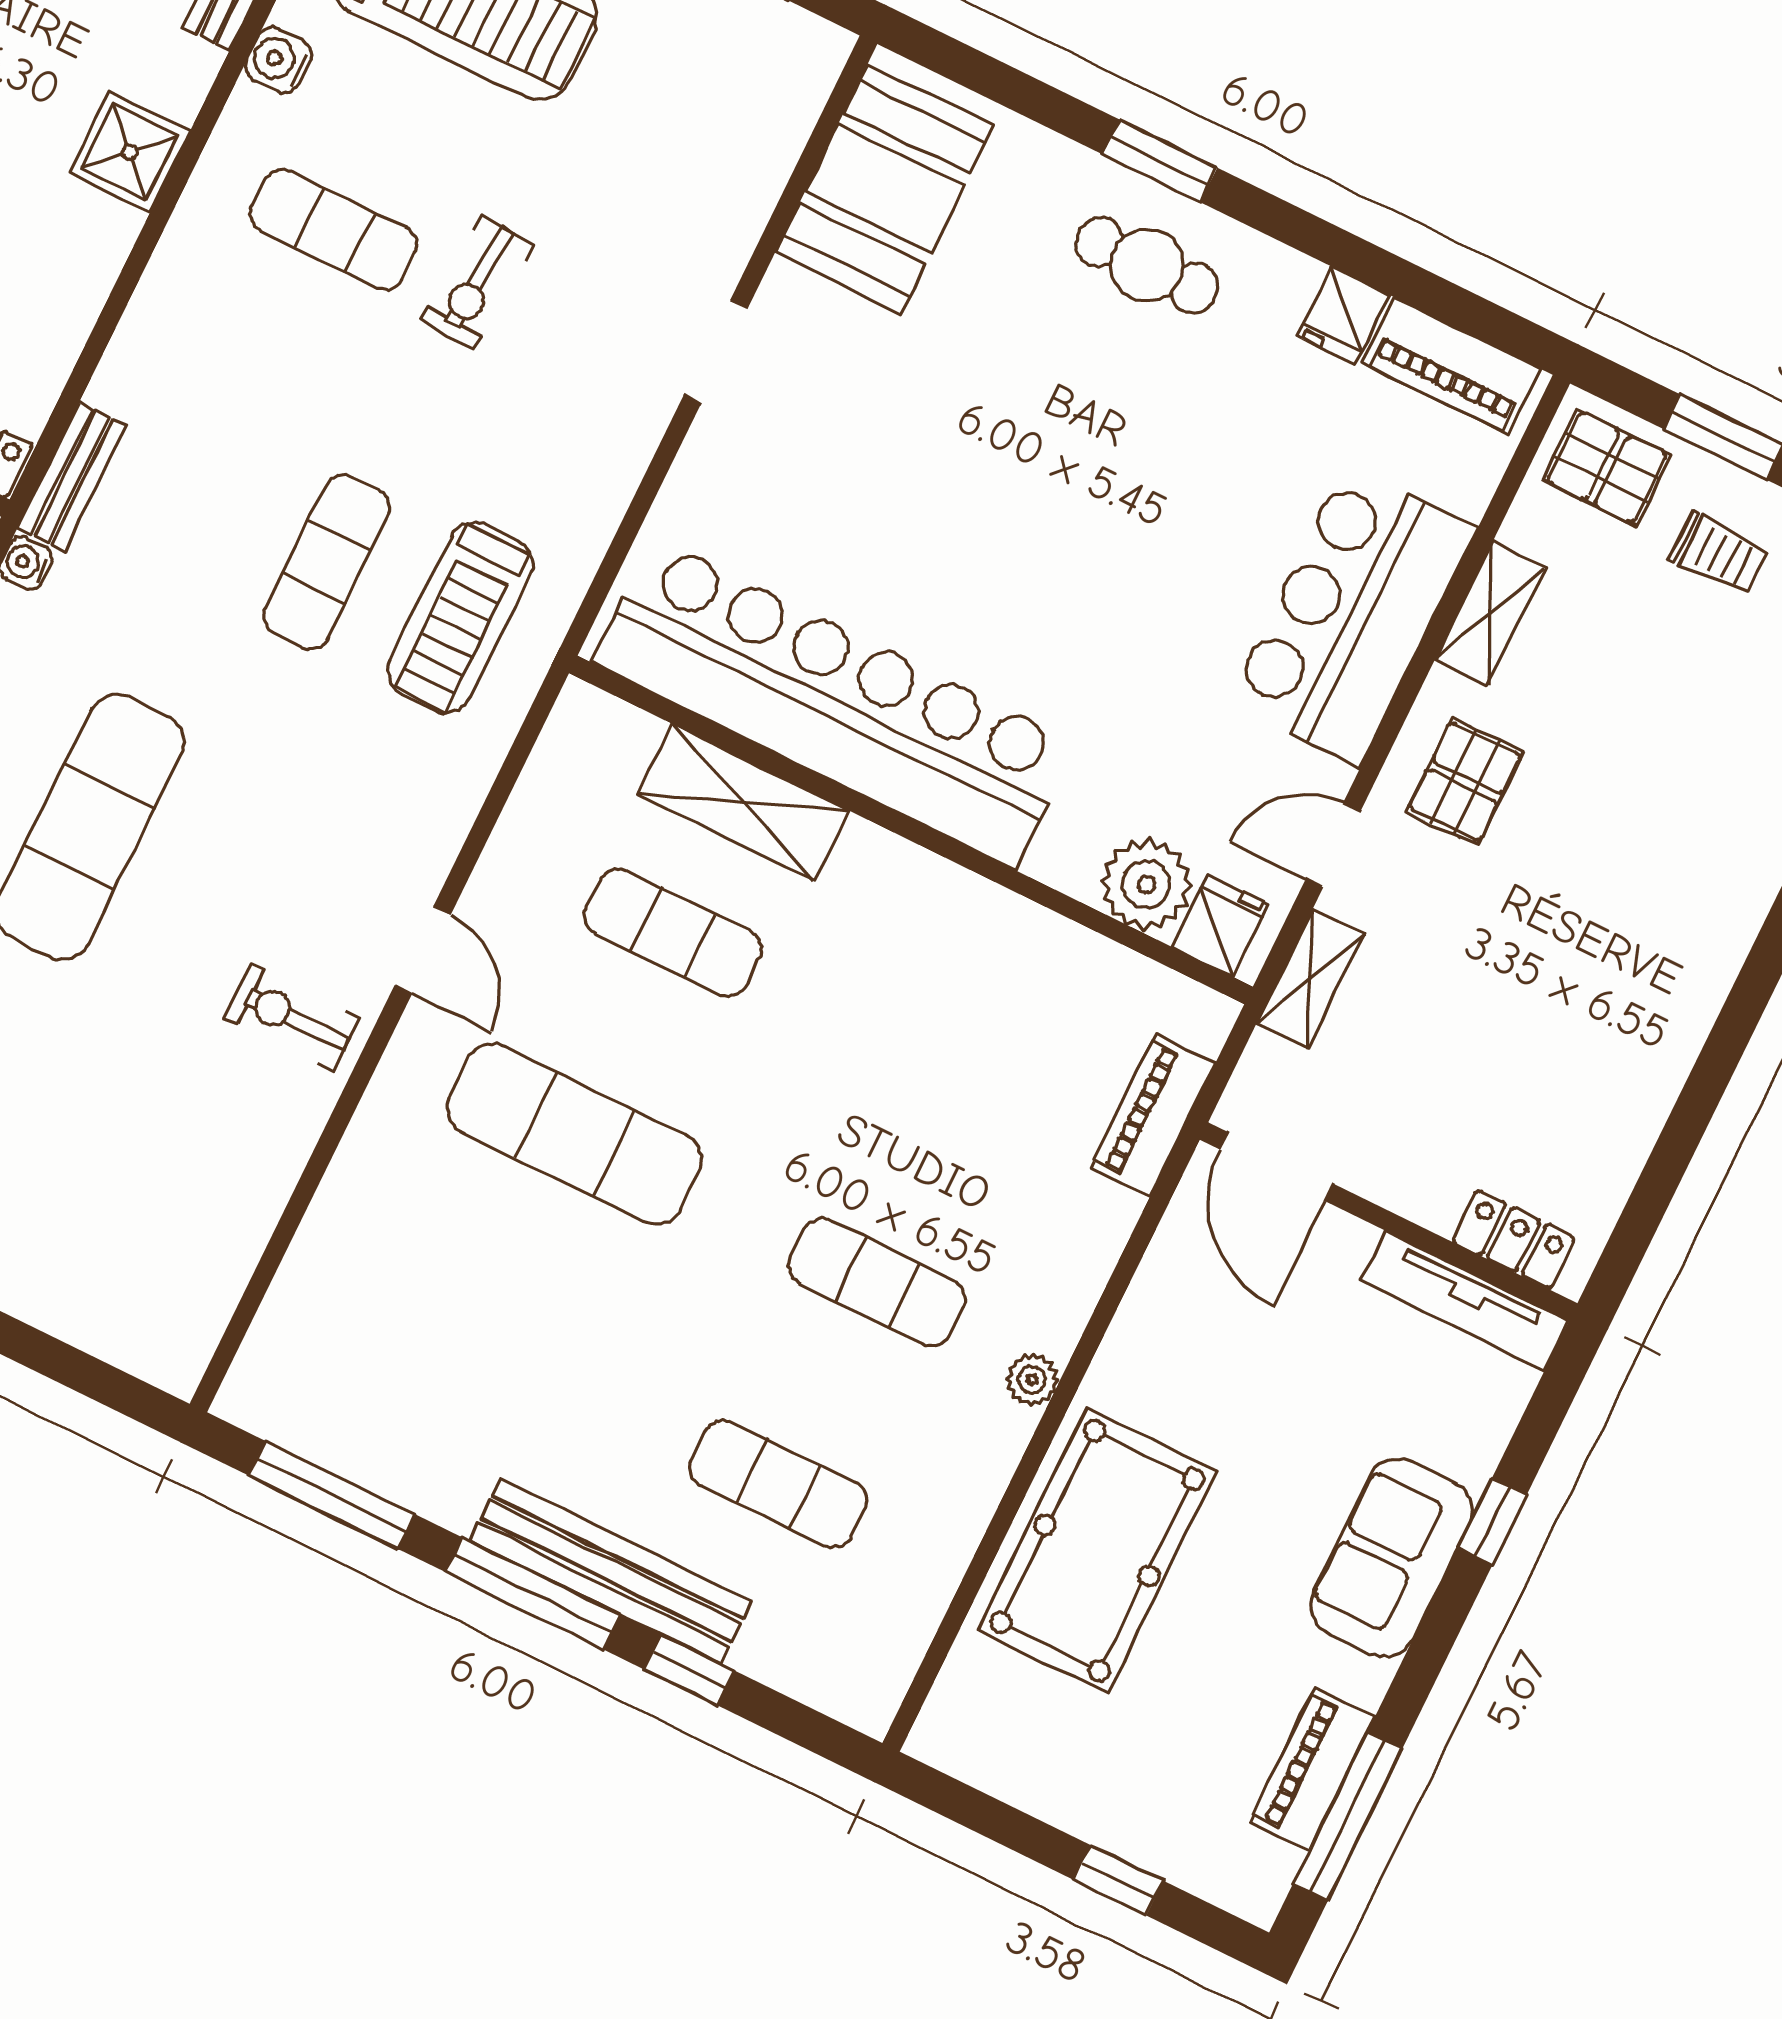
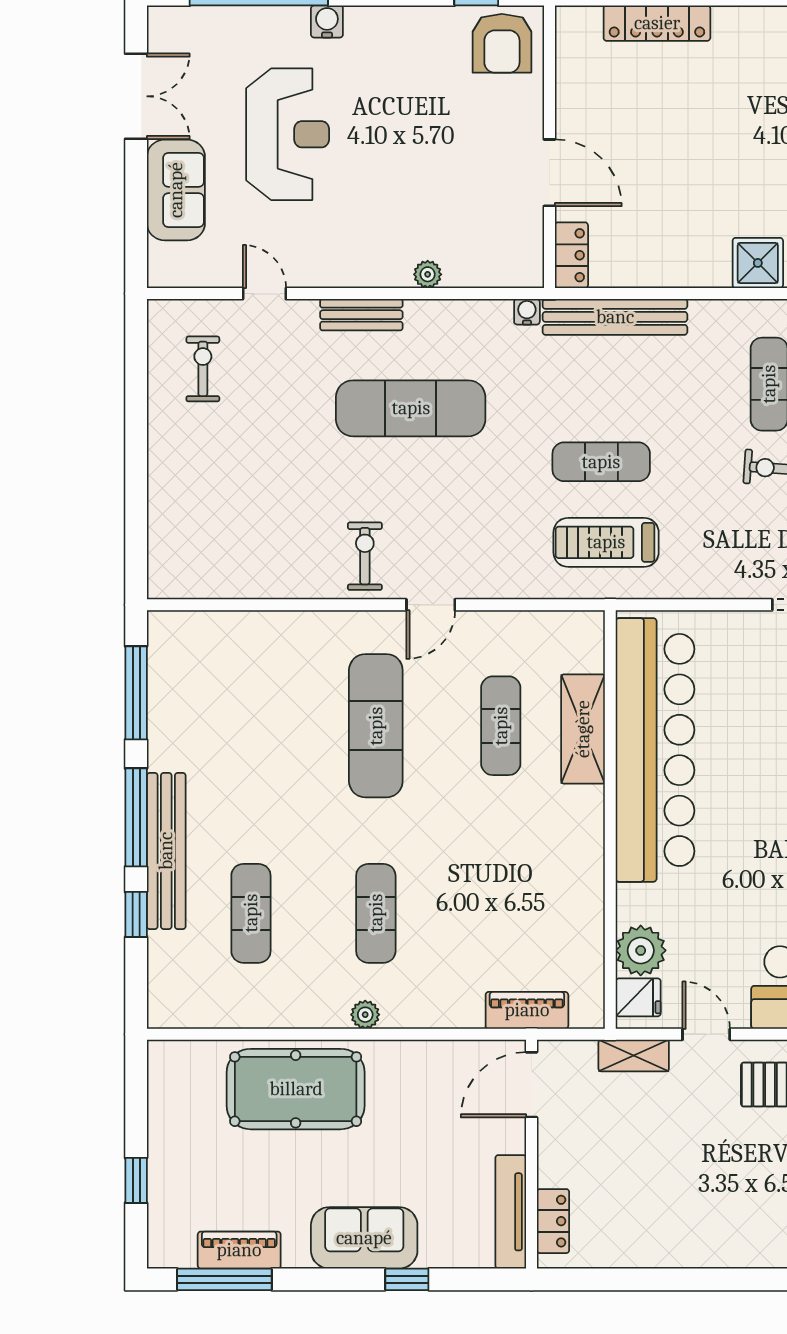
bench: (72, 477) -> (615, 317), width x1.86, depth x1.21

